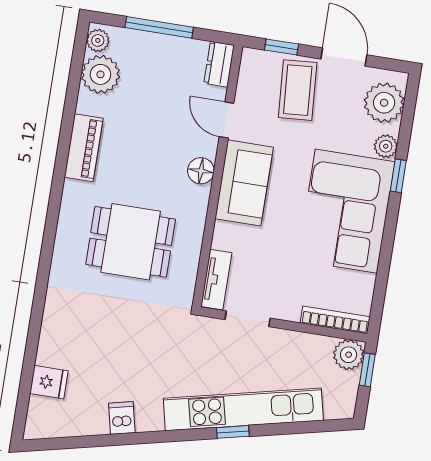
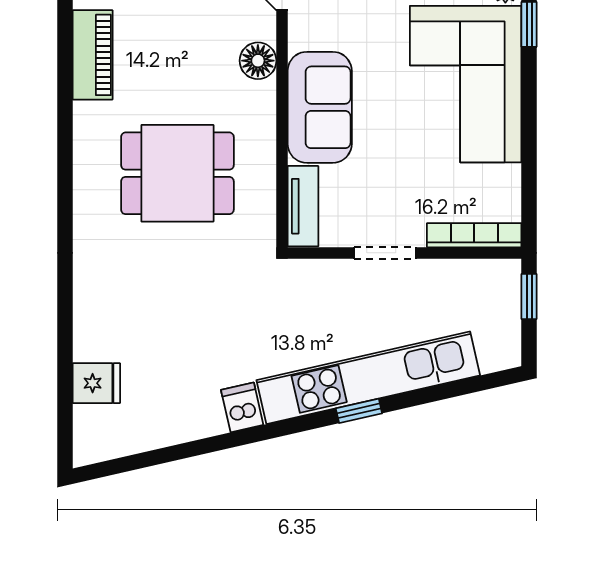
sofa: (244, 183) -> (320, 107), moved
doorway: (248, 319) -> (385, 253), moved
plant: (349, 355) -> (500, 280), removed
dishwasher: (122, 418) -> (242, 407), moved

